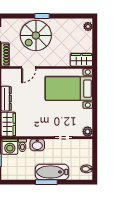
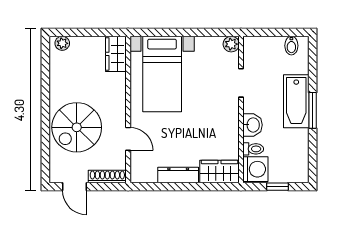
window: (42, 16) -> (45, 117), removed
spiral stairs: (36, 35) -> (77, 127), turned 90

